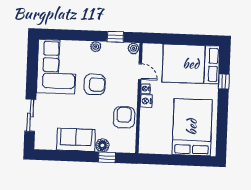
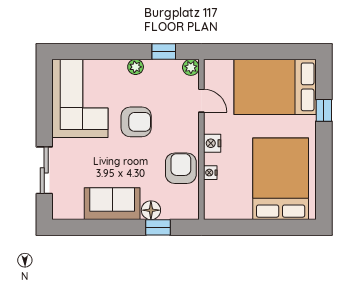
nightstand: (145, 89) -> (210, 173), moved

